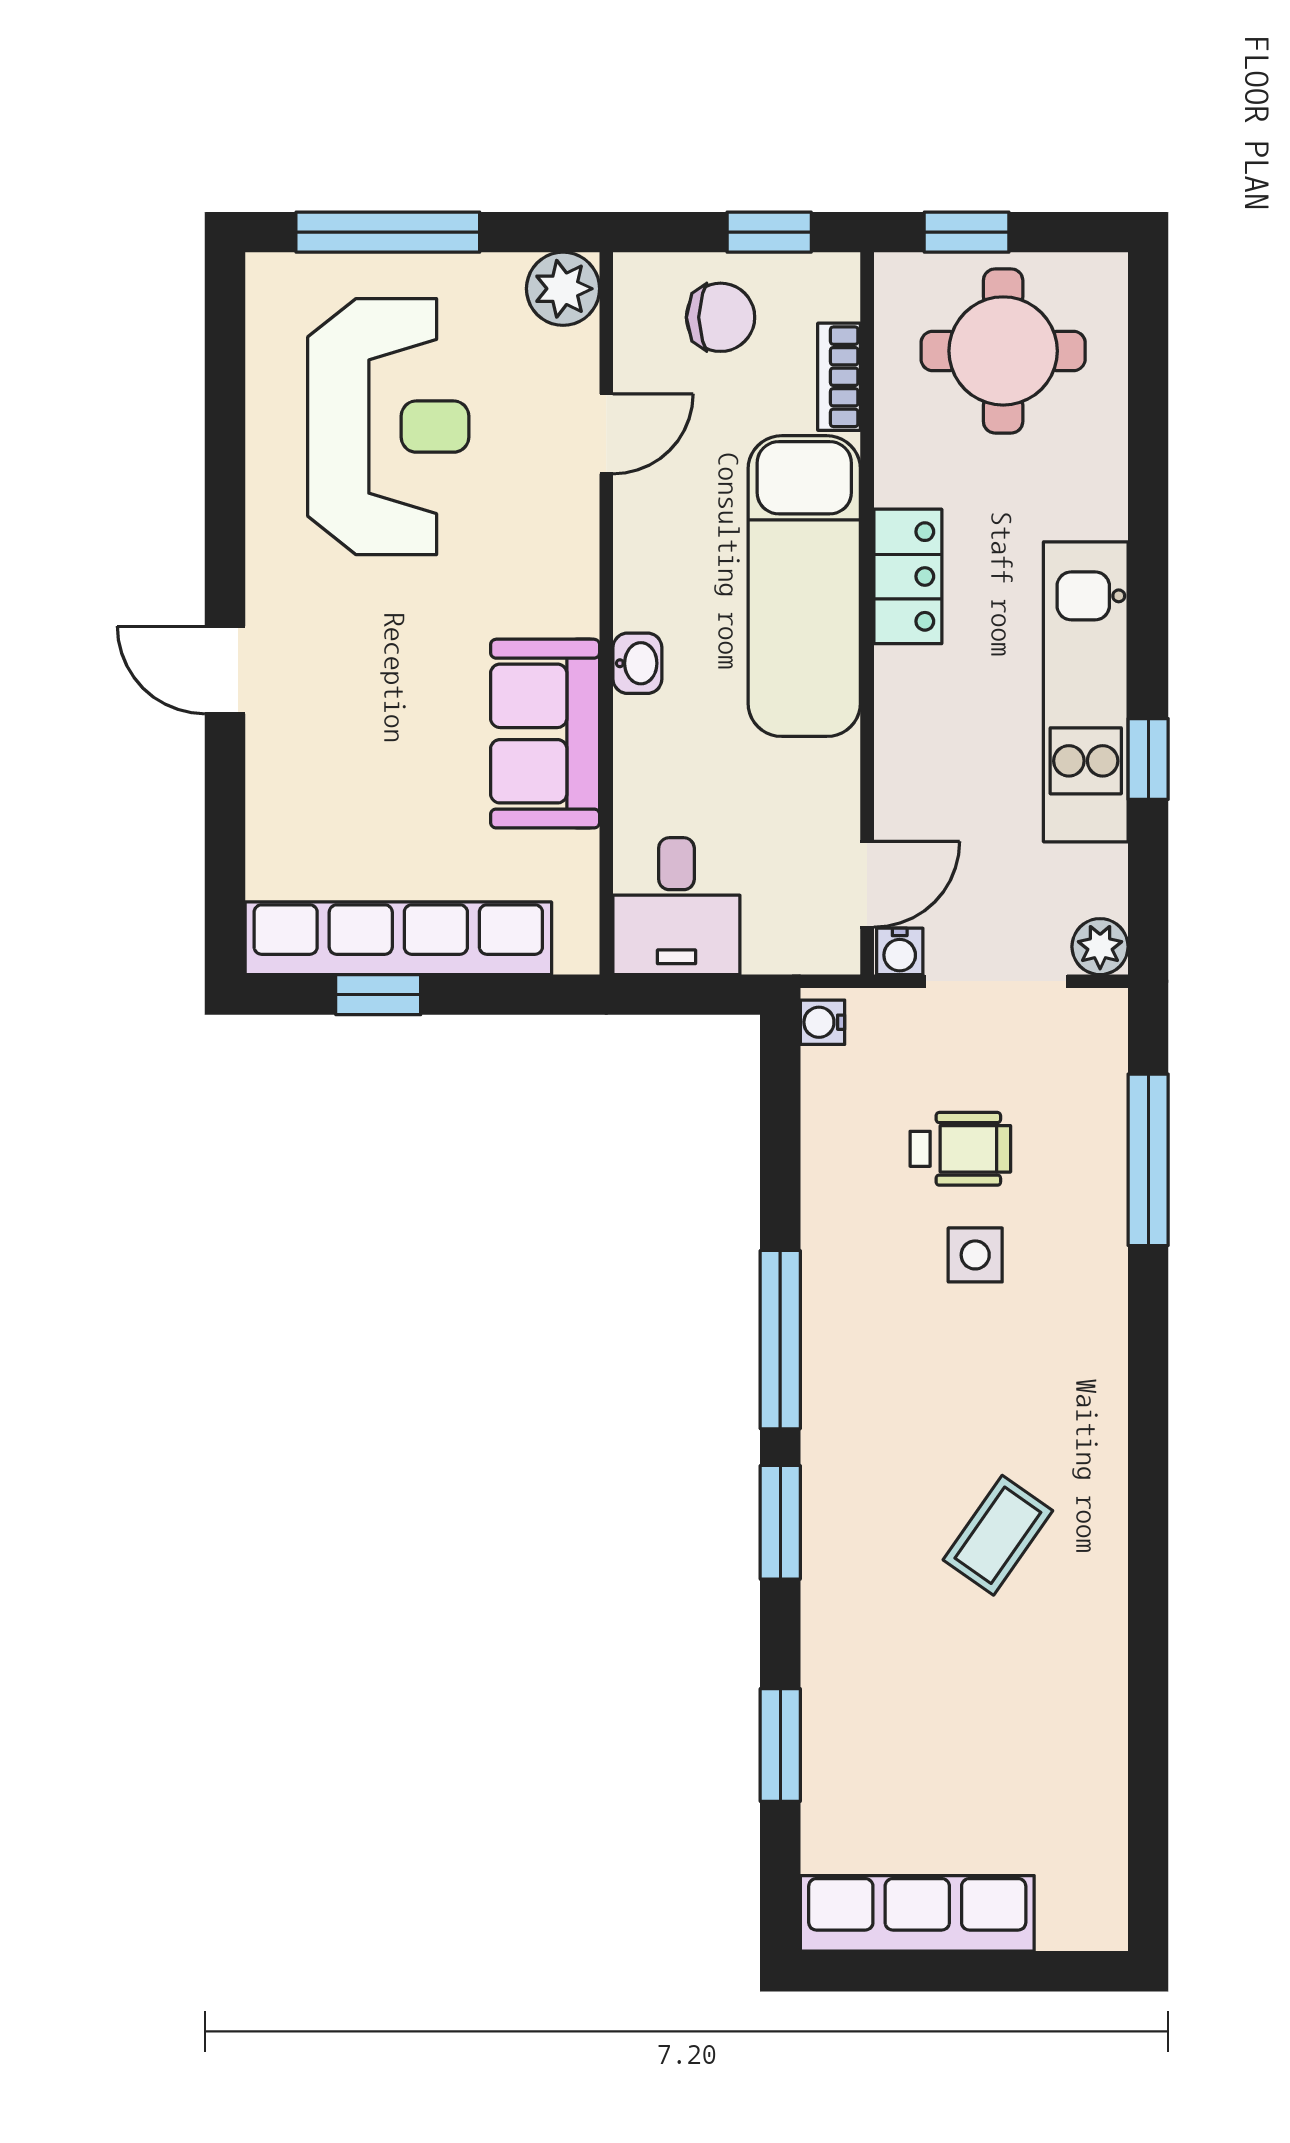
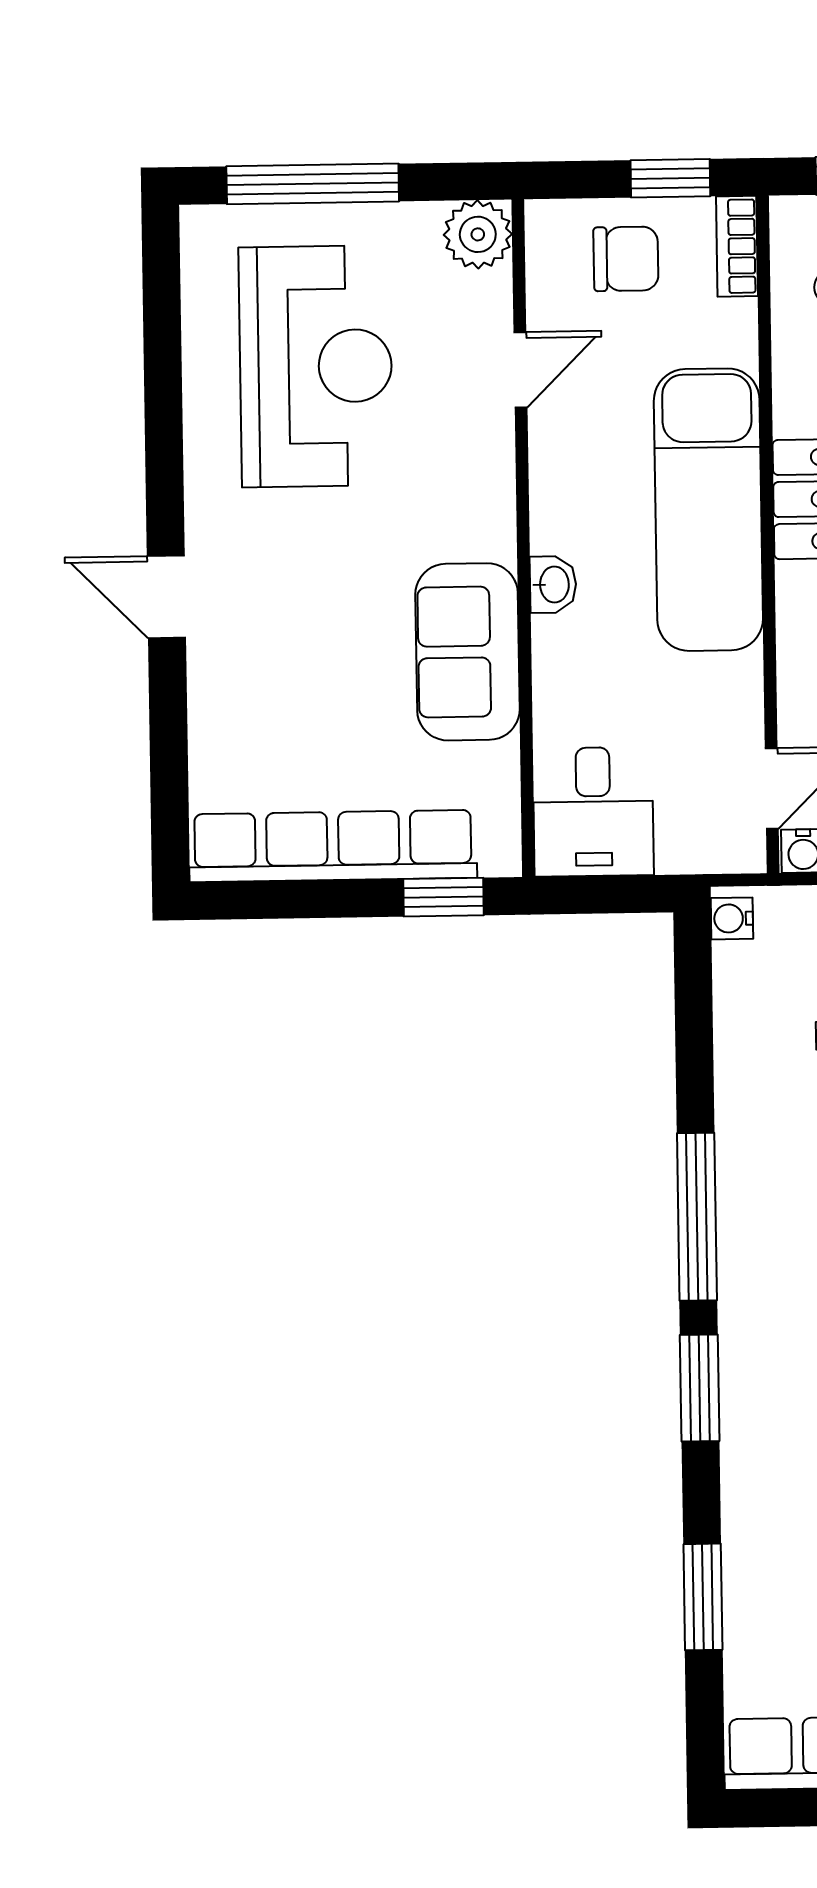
bookcase: (839, 377) -> (737, 246), moved
window: (378, 995) -> (443, 897), moved

